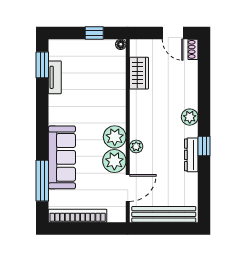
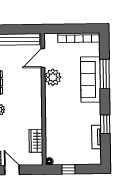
window: (42, 65) -> (105, 124), moved
plant: (115, 137) -> (53, 95), removed
plant: (136, 146) -> (37, 88), removed
window: (42, 181) -> (105, 74), moved

